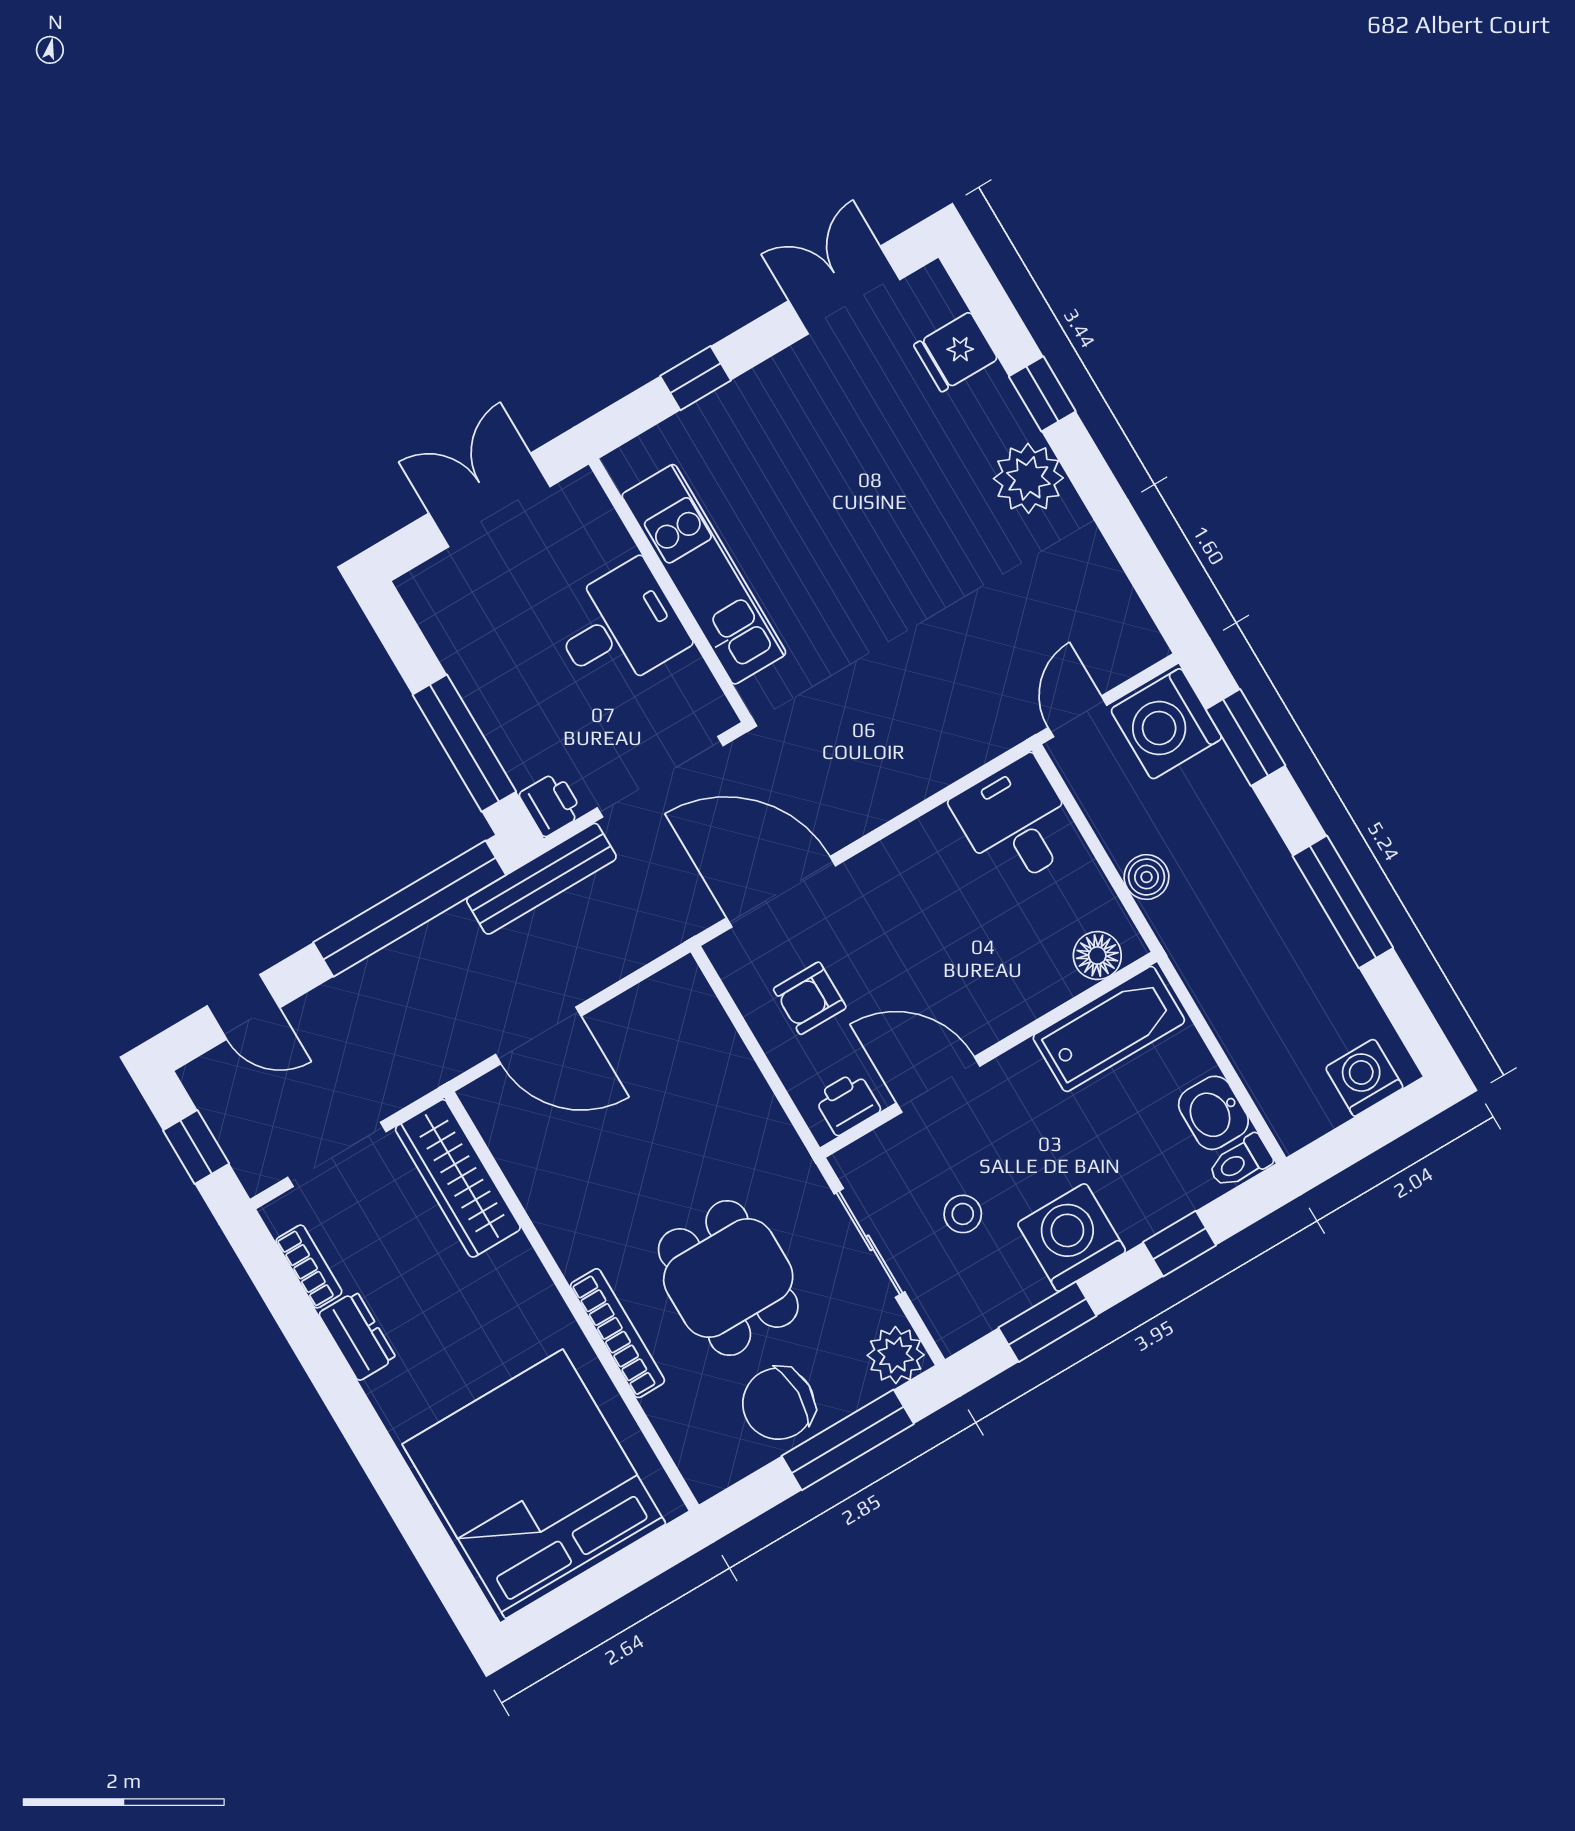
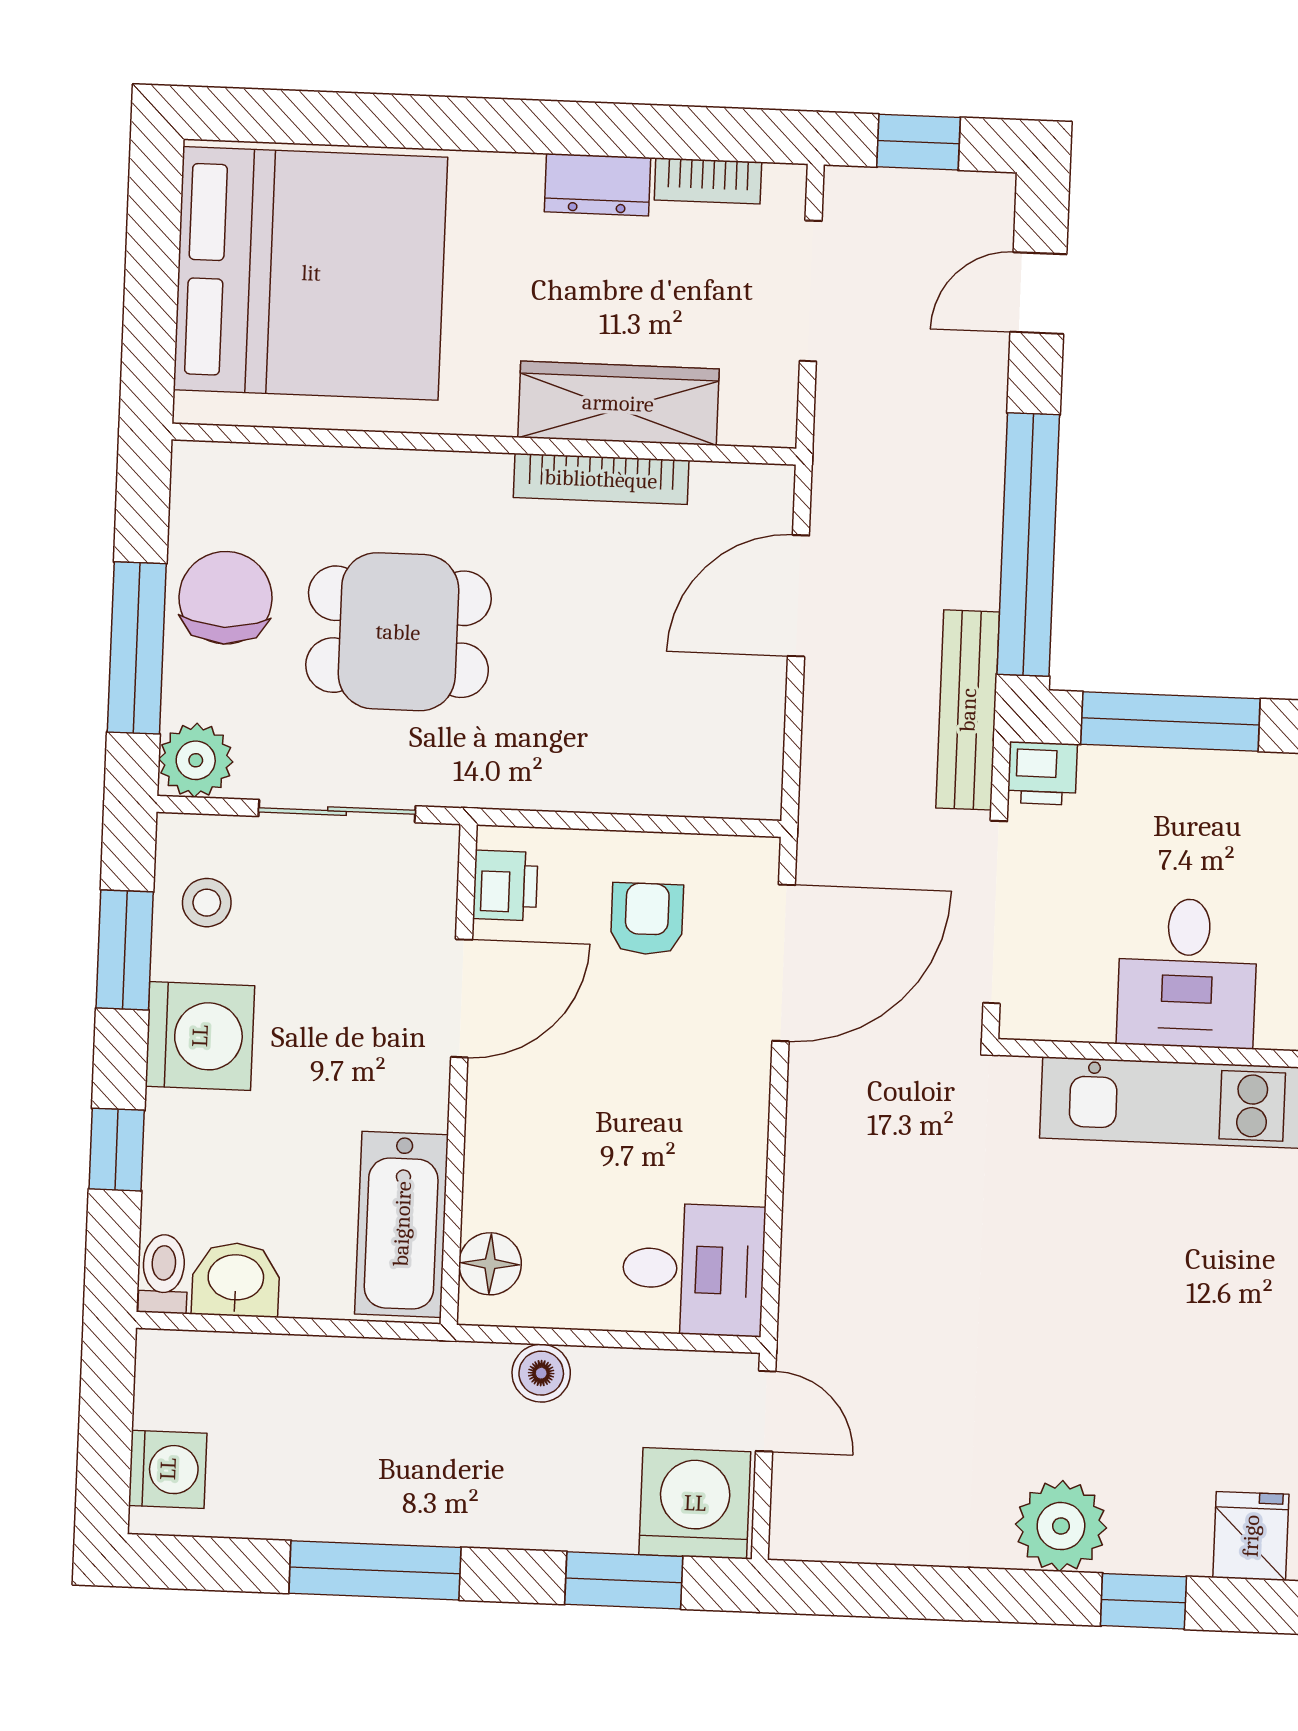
wardrobe: (458, 1178) -> (618, 403), moved
stool: (963, 1214) -> (207, 903), moved
bookcase: (617, 1333) -> (601, 479), moved

